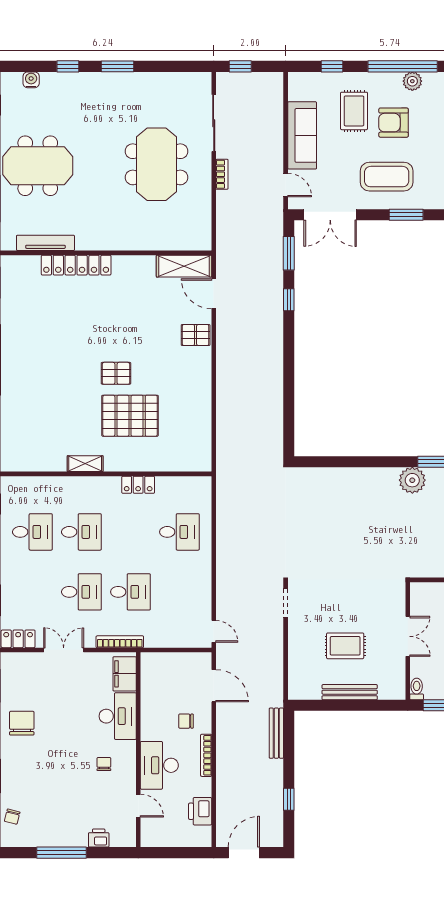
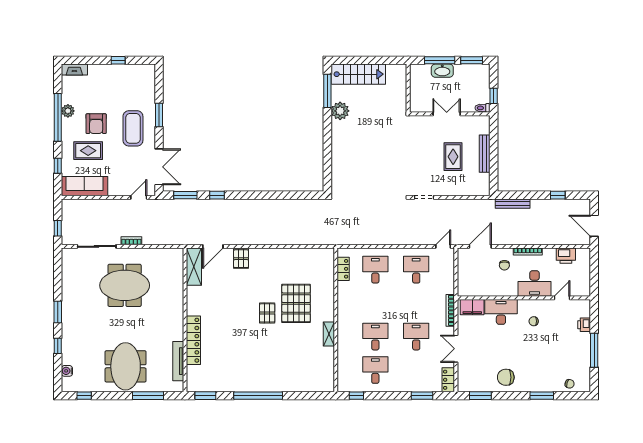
sofa: (302, 135) -> (84, 186), moved
locker: (138, 485) -> (343, 269), moved
desk: (130, 592) -> (416, 270), moved

